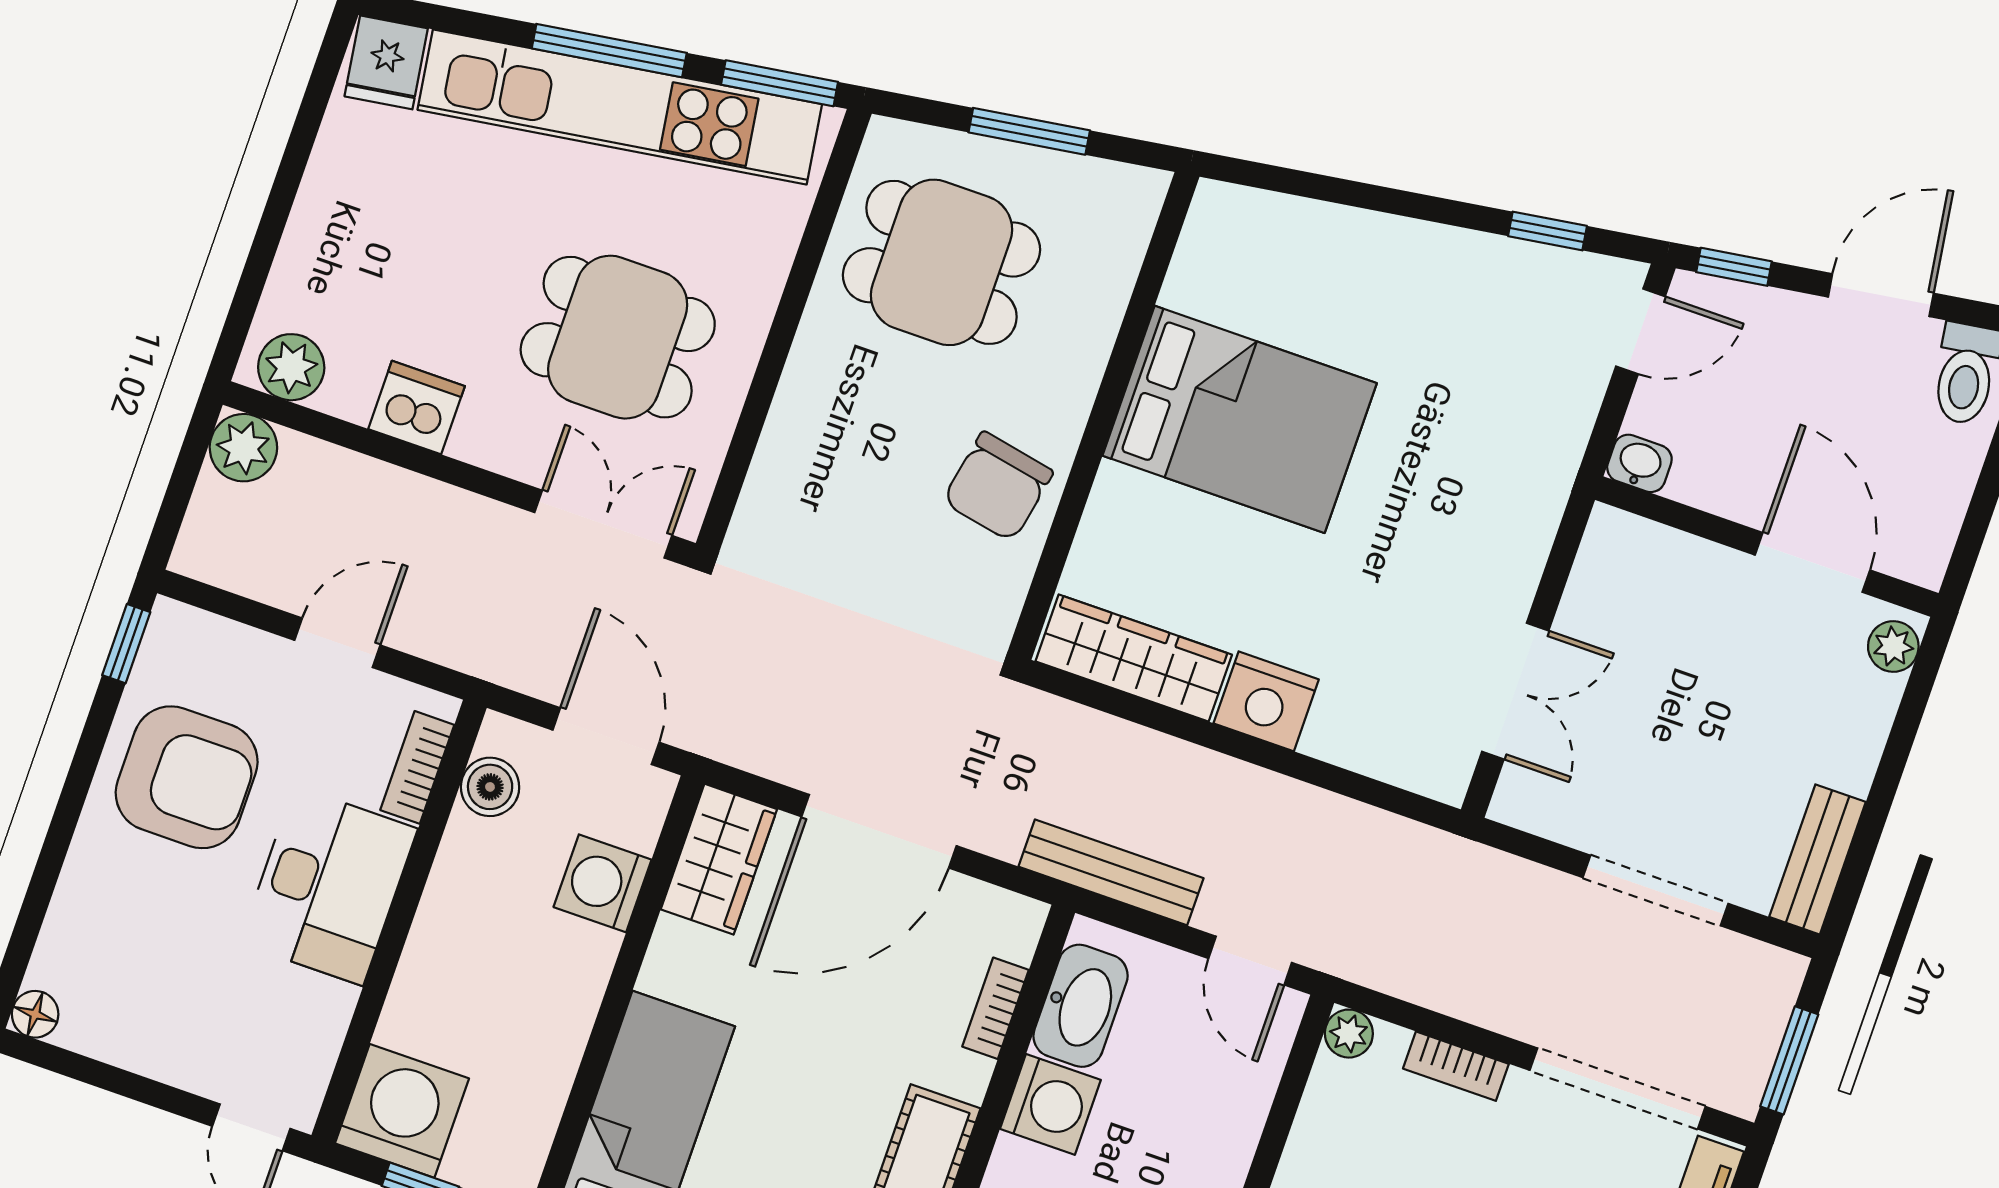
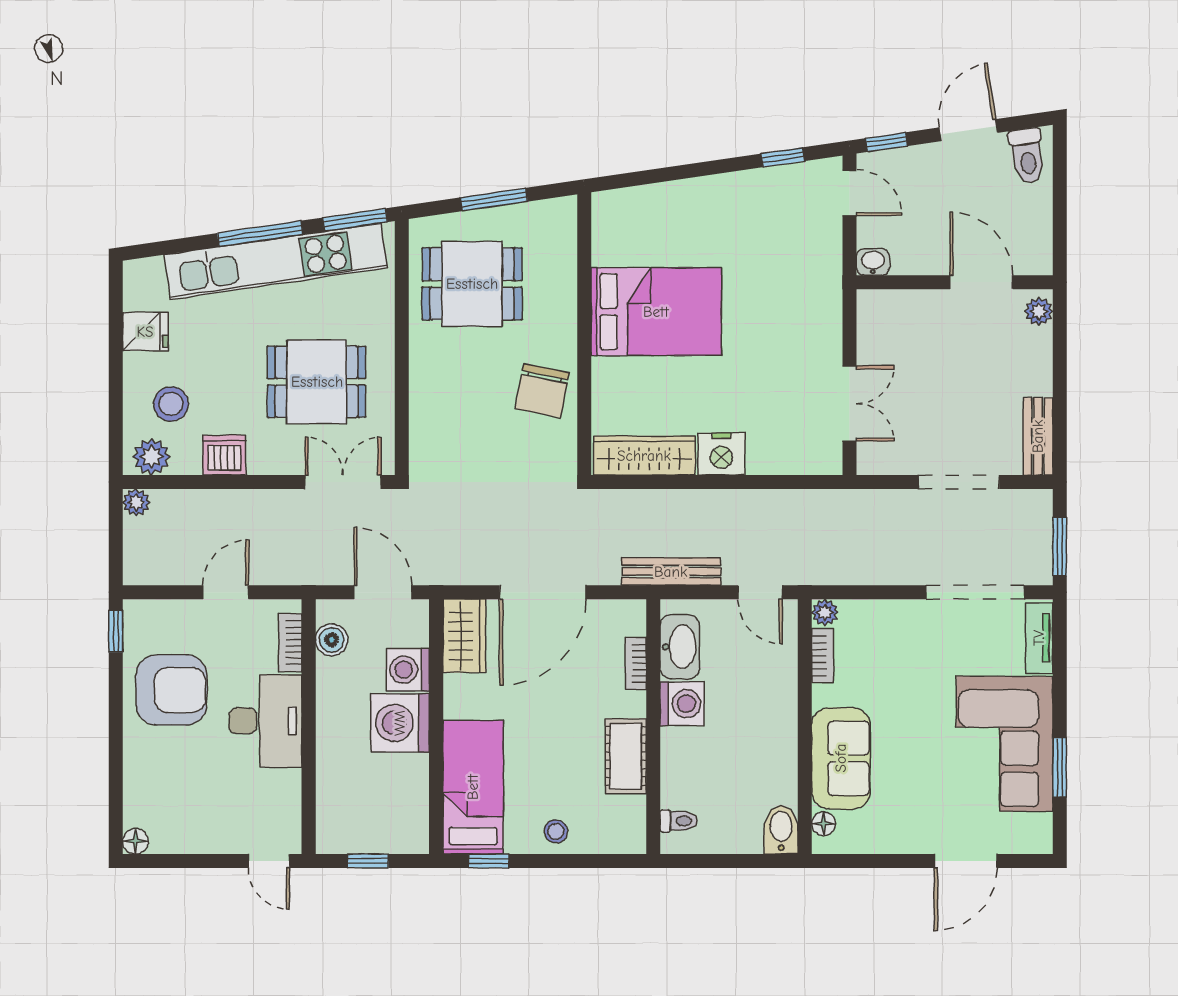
fridge: (386, 62) -> (145, 332), moved, turned -82
stool: (356, 288) -> (171, 404), added
door: (1641, 331) -> (850, 193), hinge flipped
plant: (243, 448) -> (136, 502), width x0.73, depth x0.73
bookcase: (1456, 1066) -> (823, 656), moved, turned -90
washing machine: (402, 1111) -> (400, 723), moved, turned -90

